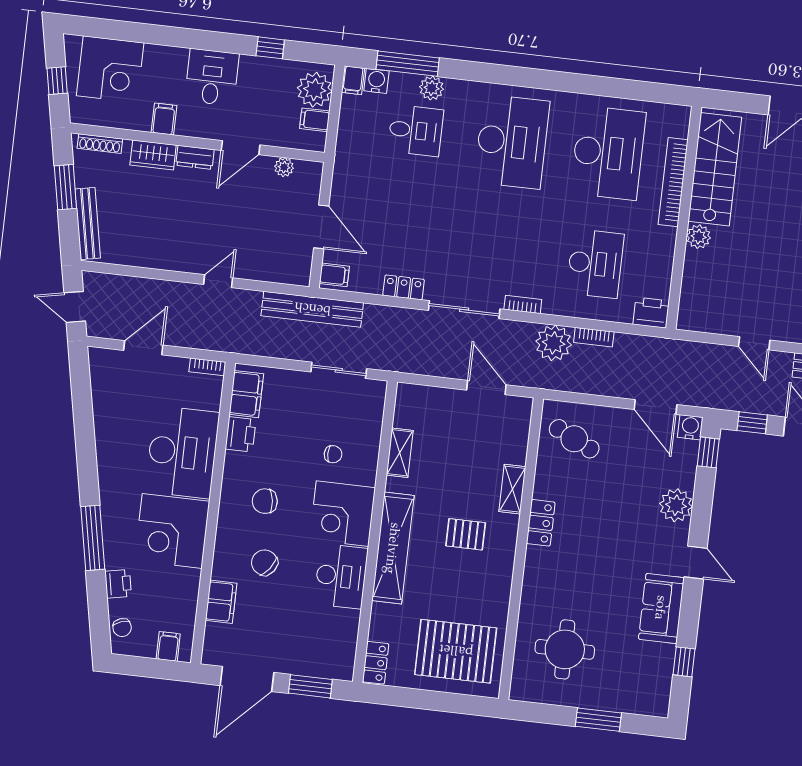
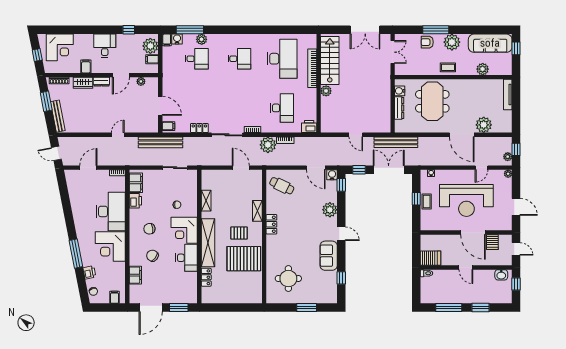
desk: (512, 142) -> (239, 59), width x0.53, depth x0.77
pallet: (456, 651) -> (244, 259), moved
locker: (376, 663) -> (206, 277), moved

